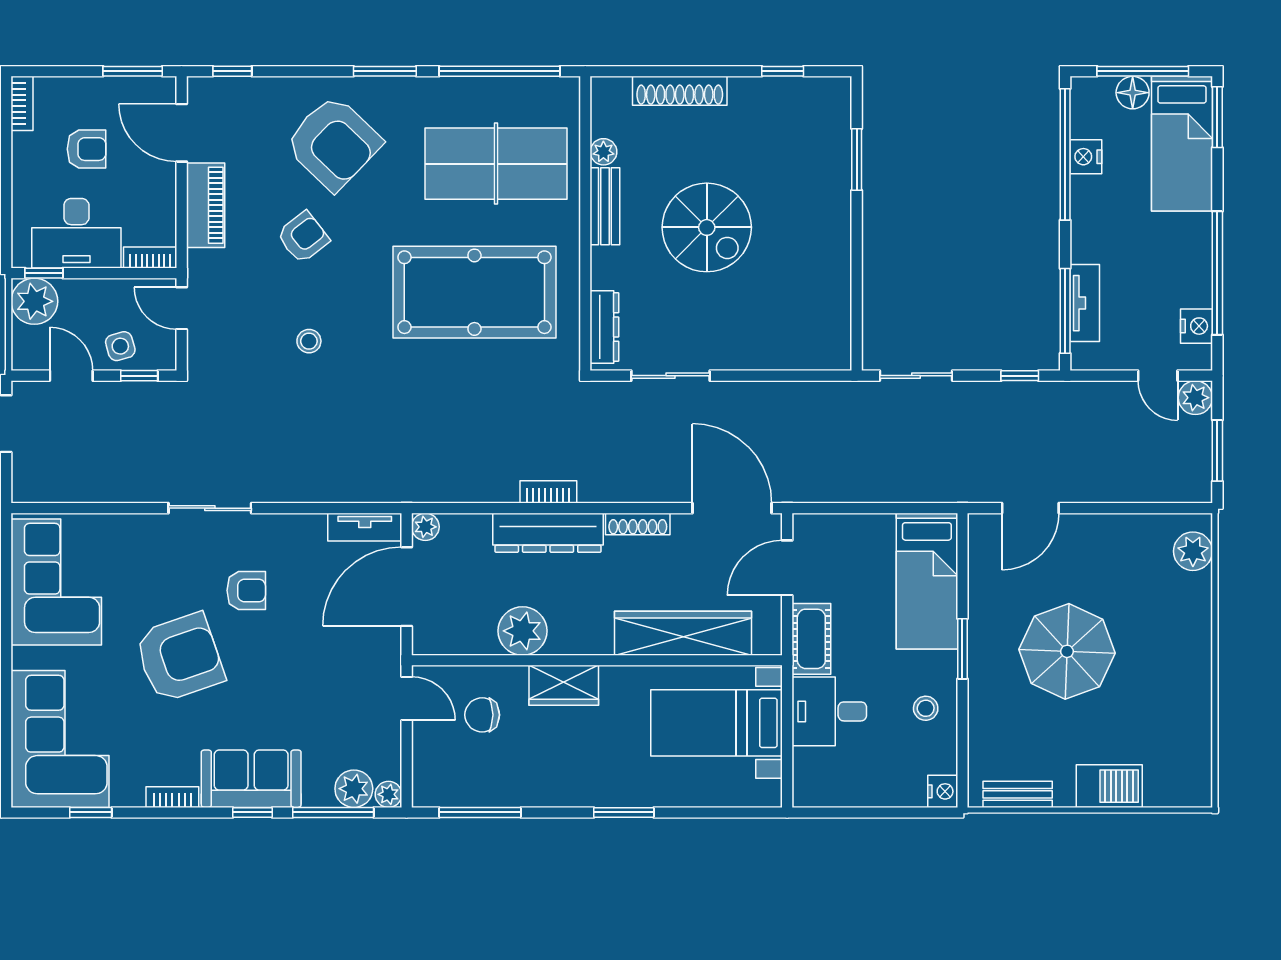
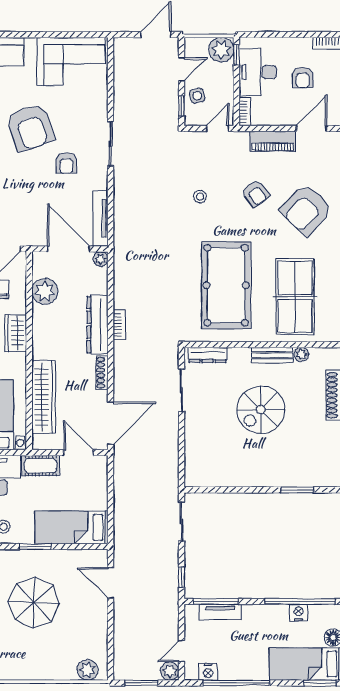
tv unit: (365, 527) -> (100, 218), width x1.41
plant: (523, 631) -> (45, 291), moved

